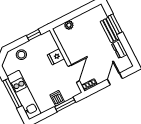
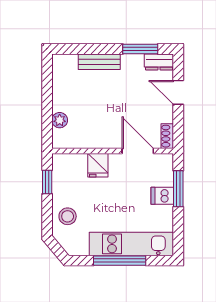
window: (115, 24) -> (140, 49), moved
dresser: (119, 49) -> (159, 62), moved

